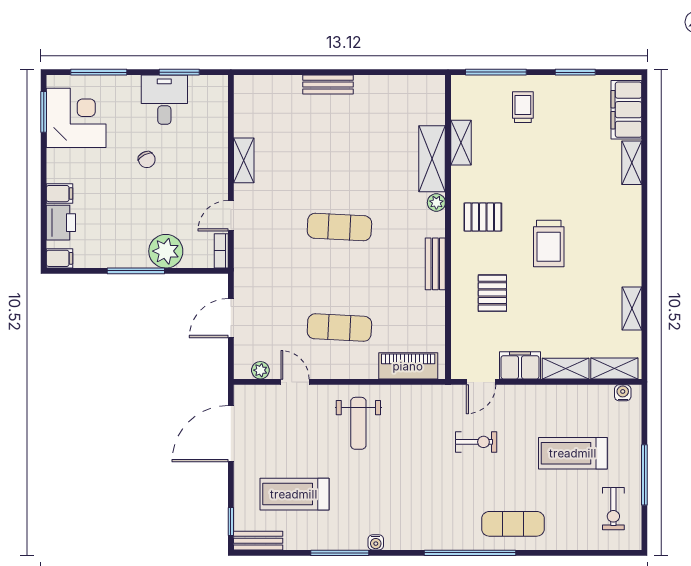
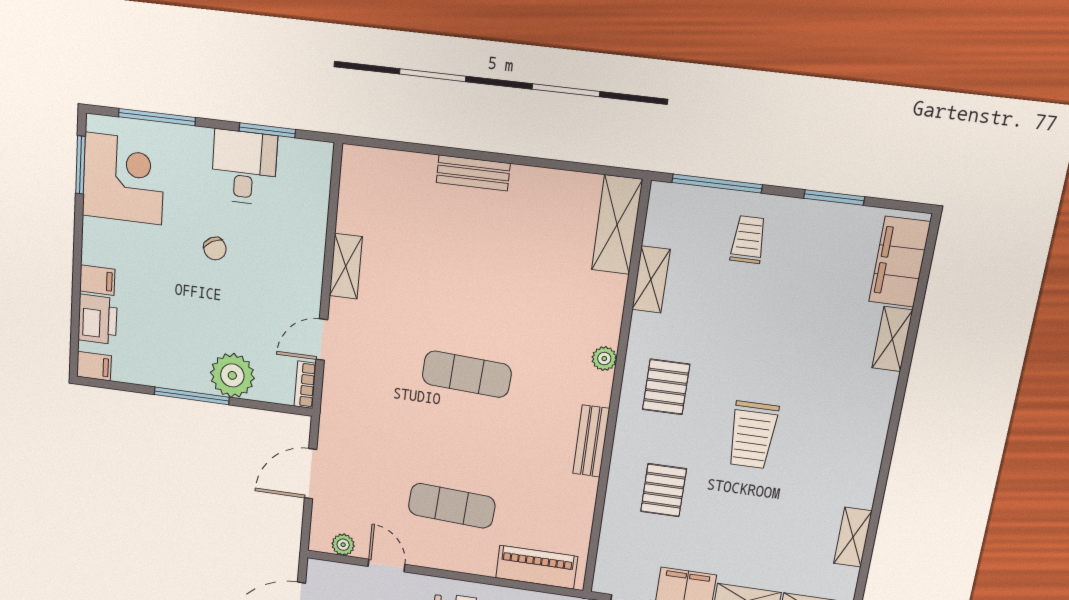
shelving: (432, 159) -> (617, 225), moved
pallet: (483, 217) -> (666, 387), turned 90

